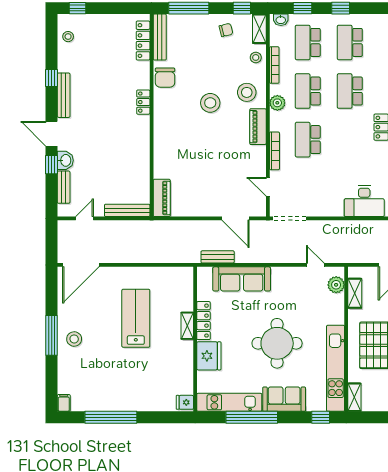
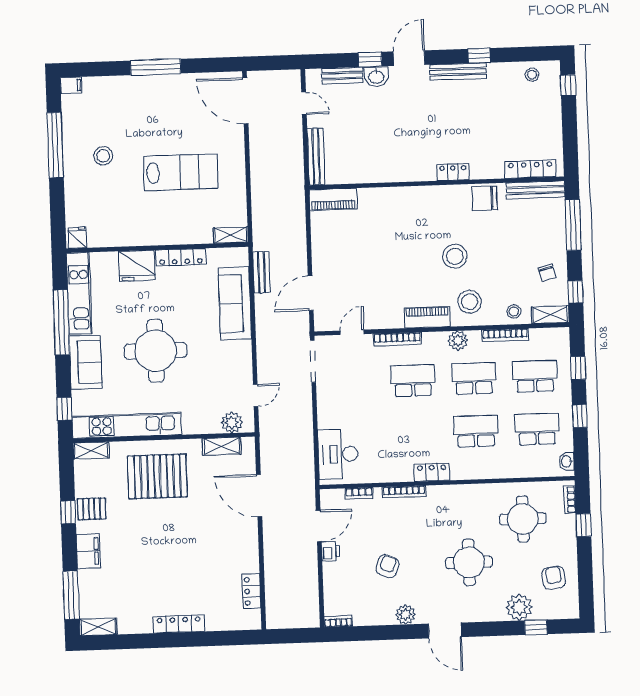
washbasin: (281, 20) -> (567, 461), moved
shelving: (187, 326) -> (231, 235), moved
stool: (74, 339) -> (103, 156), moved

